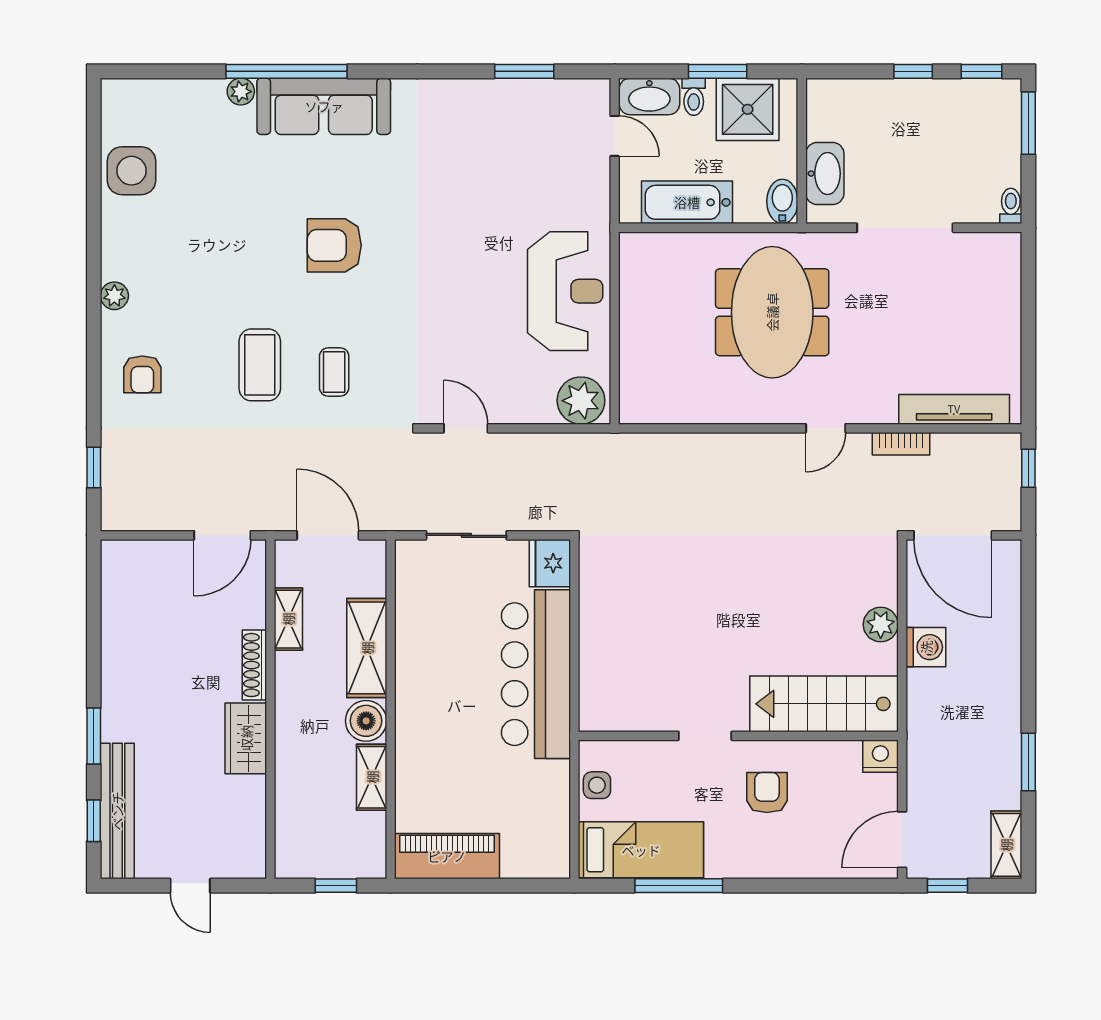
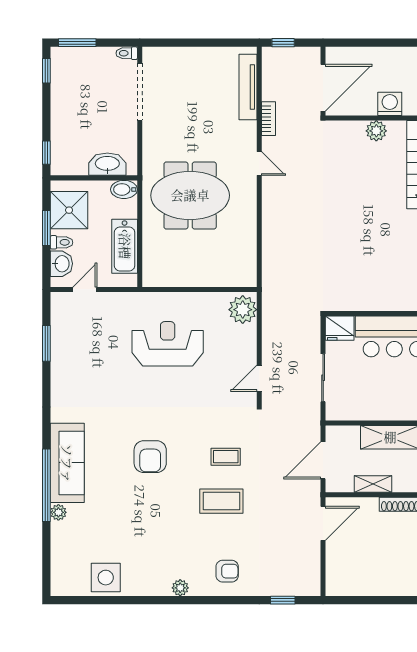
window: (913, 71) -> (46, 153), moved
washbasin: (649, 96) -> (61, 264), width x0.72
doorway: (905, 228) -> (140, 92), moved
reception desk: (565, 291) -> (168, 344), moved
door: (222, 535) -> (323, 523), hinge flipped

